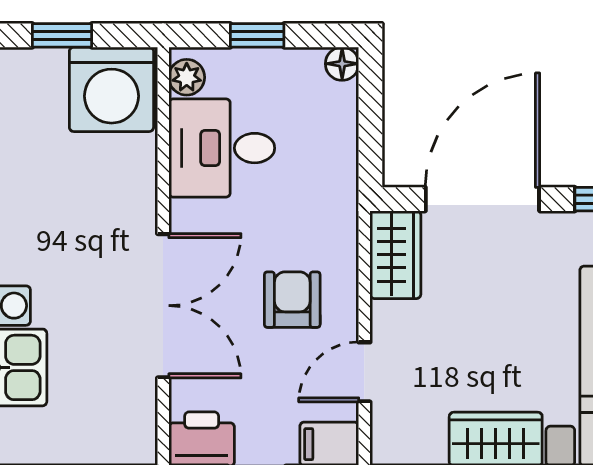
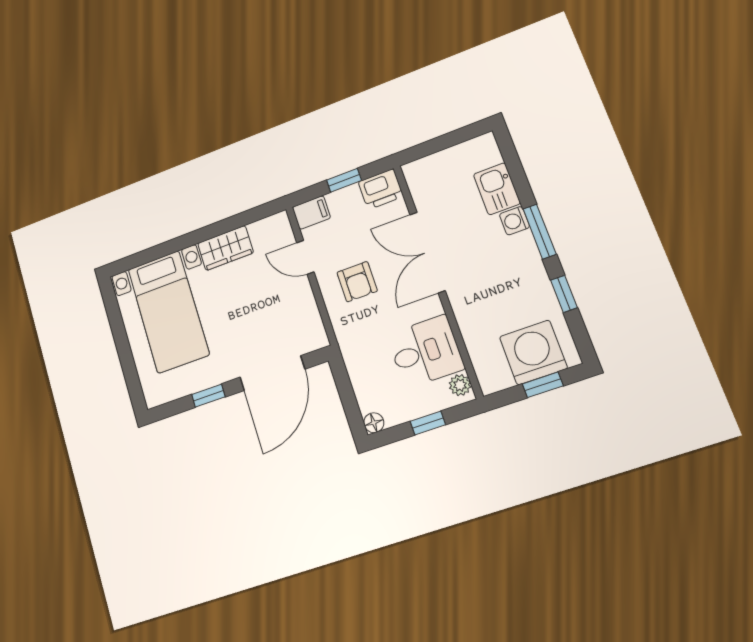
washing machine: (111, 89) -> (533, 352), moved
wardrobe: (395, 255) -> (309, 326), removed
door: (364, 372) -> (305, 257), swing flipped

